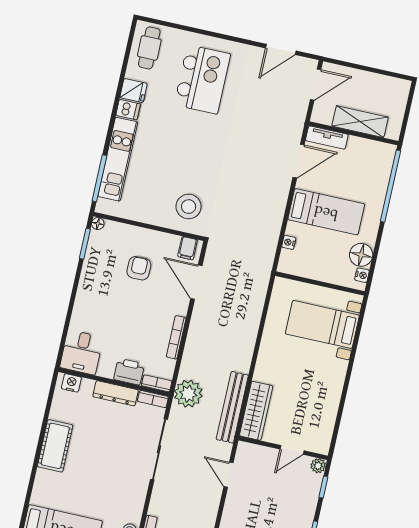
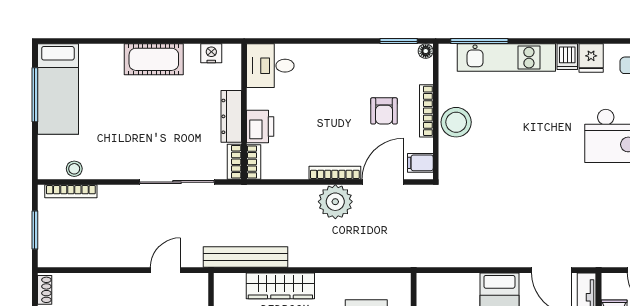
stool: (189, 207) -> (456, 122), moved
bookcase: (146, 234) -> (426, 111), added
nightstand: (289, 242) -> (454, 280), removed
armchair: (139, 268) -> (384, 111), turned 90
bookcase: (176, 337) -> (335, 173), moved
nightstand: (71, 383) -> (211, 53), moved, turned -90
plant: (188, 394) -> (335, 202), moved
wardrobe: (256, 411) -> (280, 286), moved

